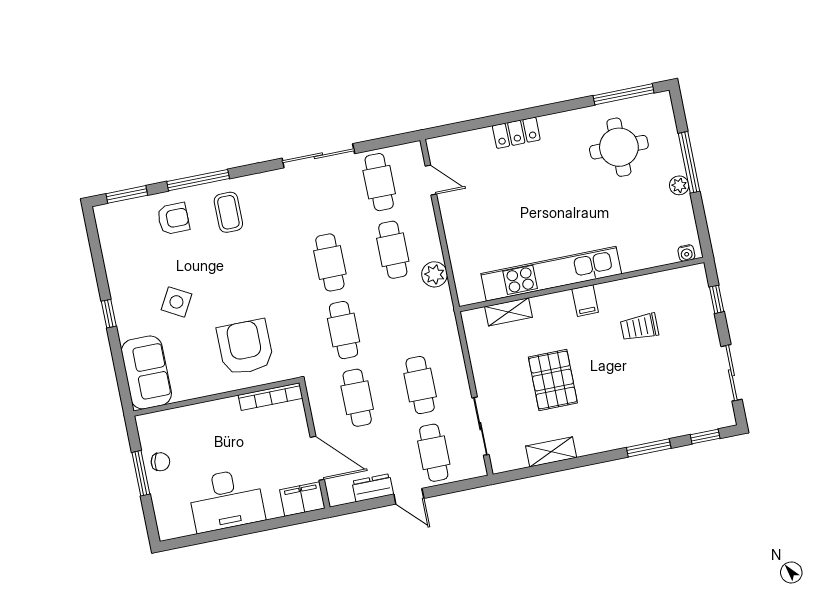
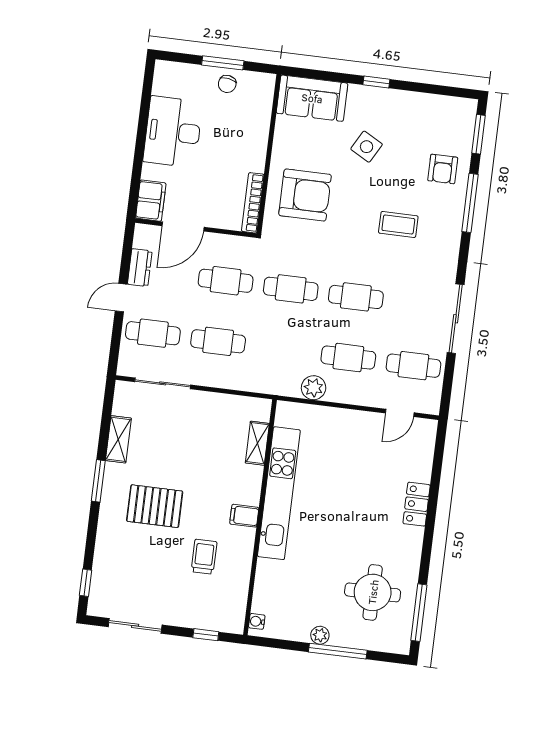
coffee table: (228, 212) -> (398, 224), moved
pallet: (553, 380) -> (155, 506), moved
window: (649, 448) -> (98, 481), moved

